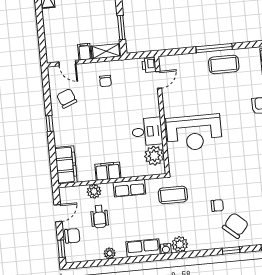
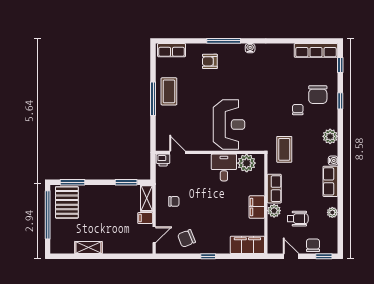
plant: (94, 191) -> (274, 211), moved
chair: (235, 226) -> (318, 95), turned -131
plant: (180, 244) -> (330, 136), moved

